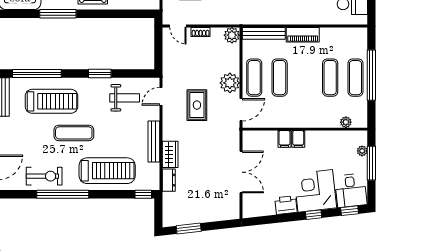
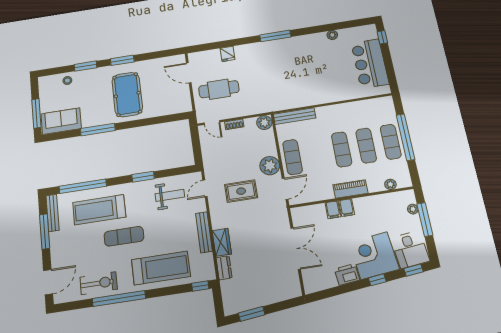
piano: (303, 35) -> (350, 189), moved, turned 180
exercise mat: (280, 78) -> (342, 149), moved
treadmill: (51, 101) -> (99, 210), turned 180
rug: (197, 105) -> (241, 191), turned 90

